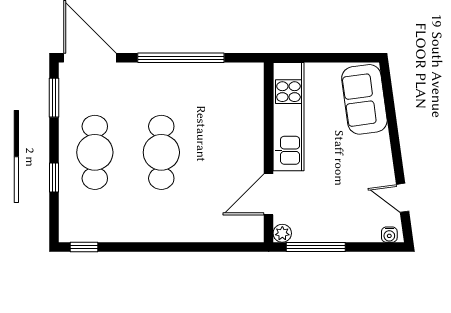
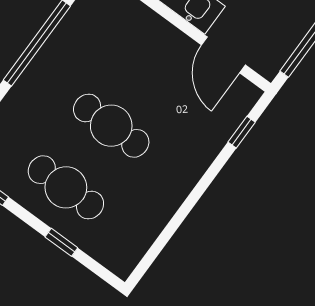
plant: (282, 233) -> (269, 69), removed
window: (84, 247) -> (242, 132), moved

